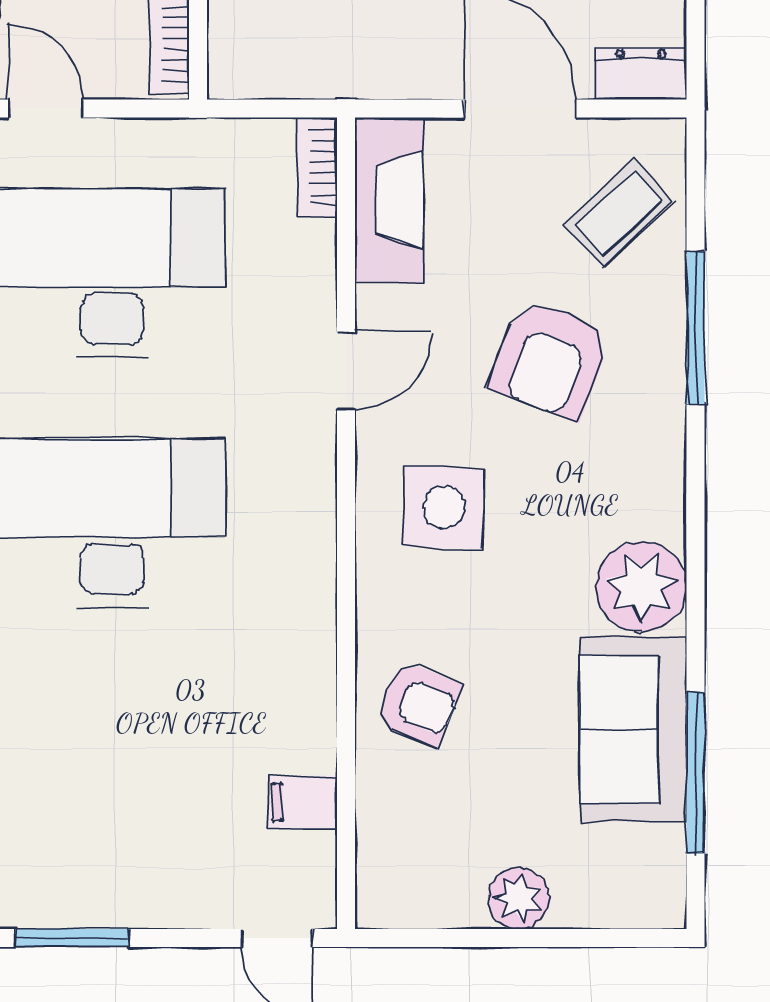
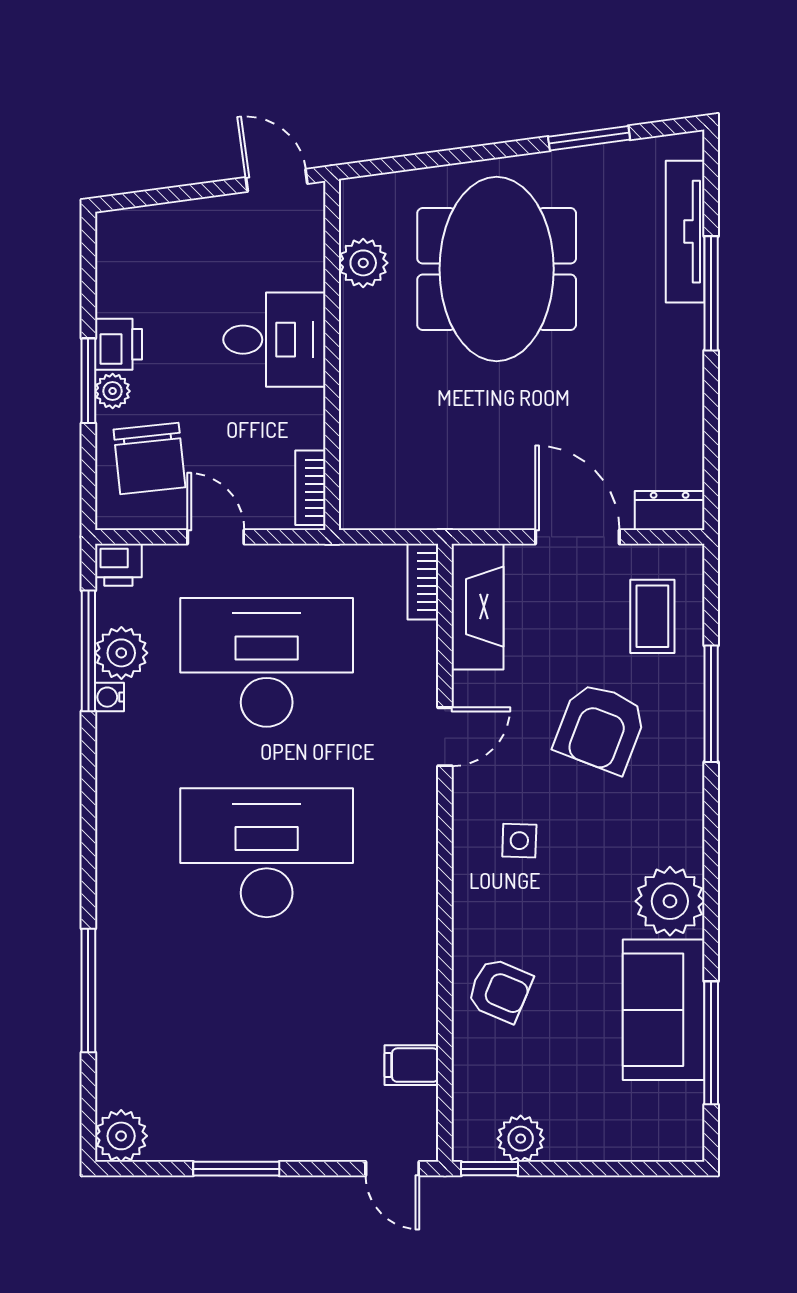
coffee table: (618, 213) -> (652, 616), turned -47
side table: (444, 507) -> (519, 841), width x0.54, depth x0.54
plant: (518, 898) -> (521, 1139), moved
window: (405, 938) -> (489, 1169), added

